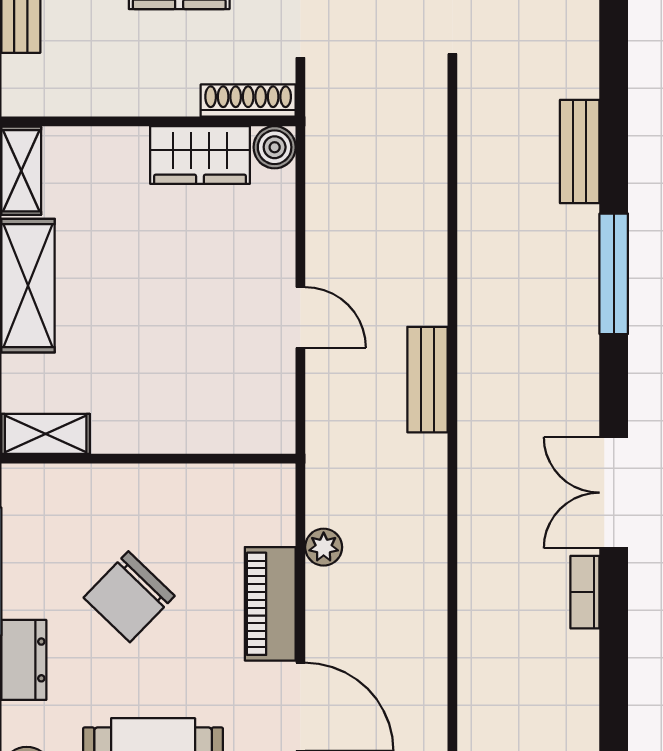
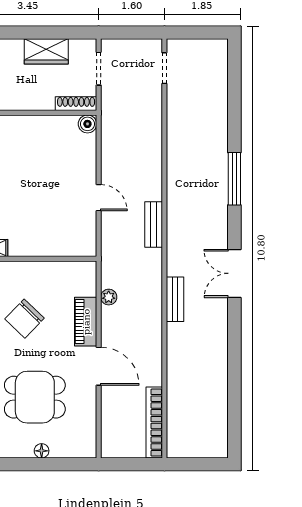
bench: (580, 151) -> (175, 299), moved
wardrobe: (200, 155) -> (55, 127), removed
bookcase: (585, 592) -> (222, 317), removed

